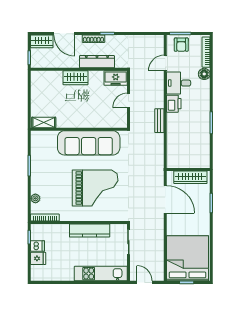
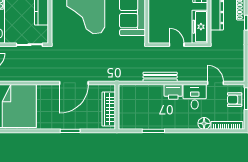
freezer: (116, 78) -> (200, 27), width x1.40
bench: (159, 121) -> (160, 77), width x1.36
wall: (188, 169) -> (117, 107), moved
wardrobe: (190, 177) -> (109, 109), moved

